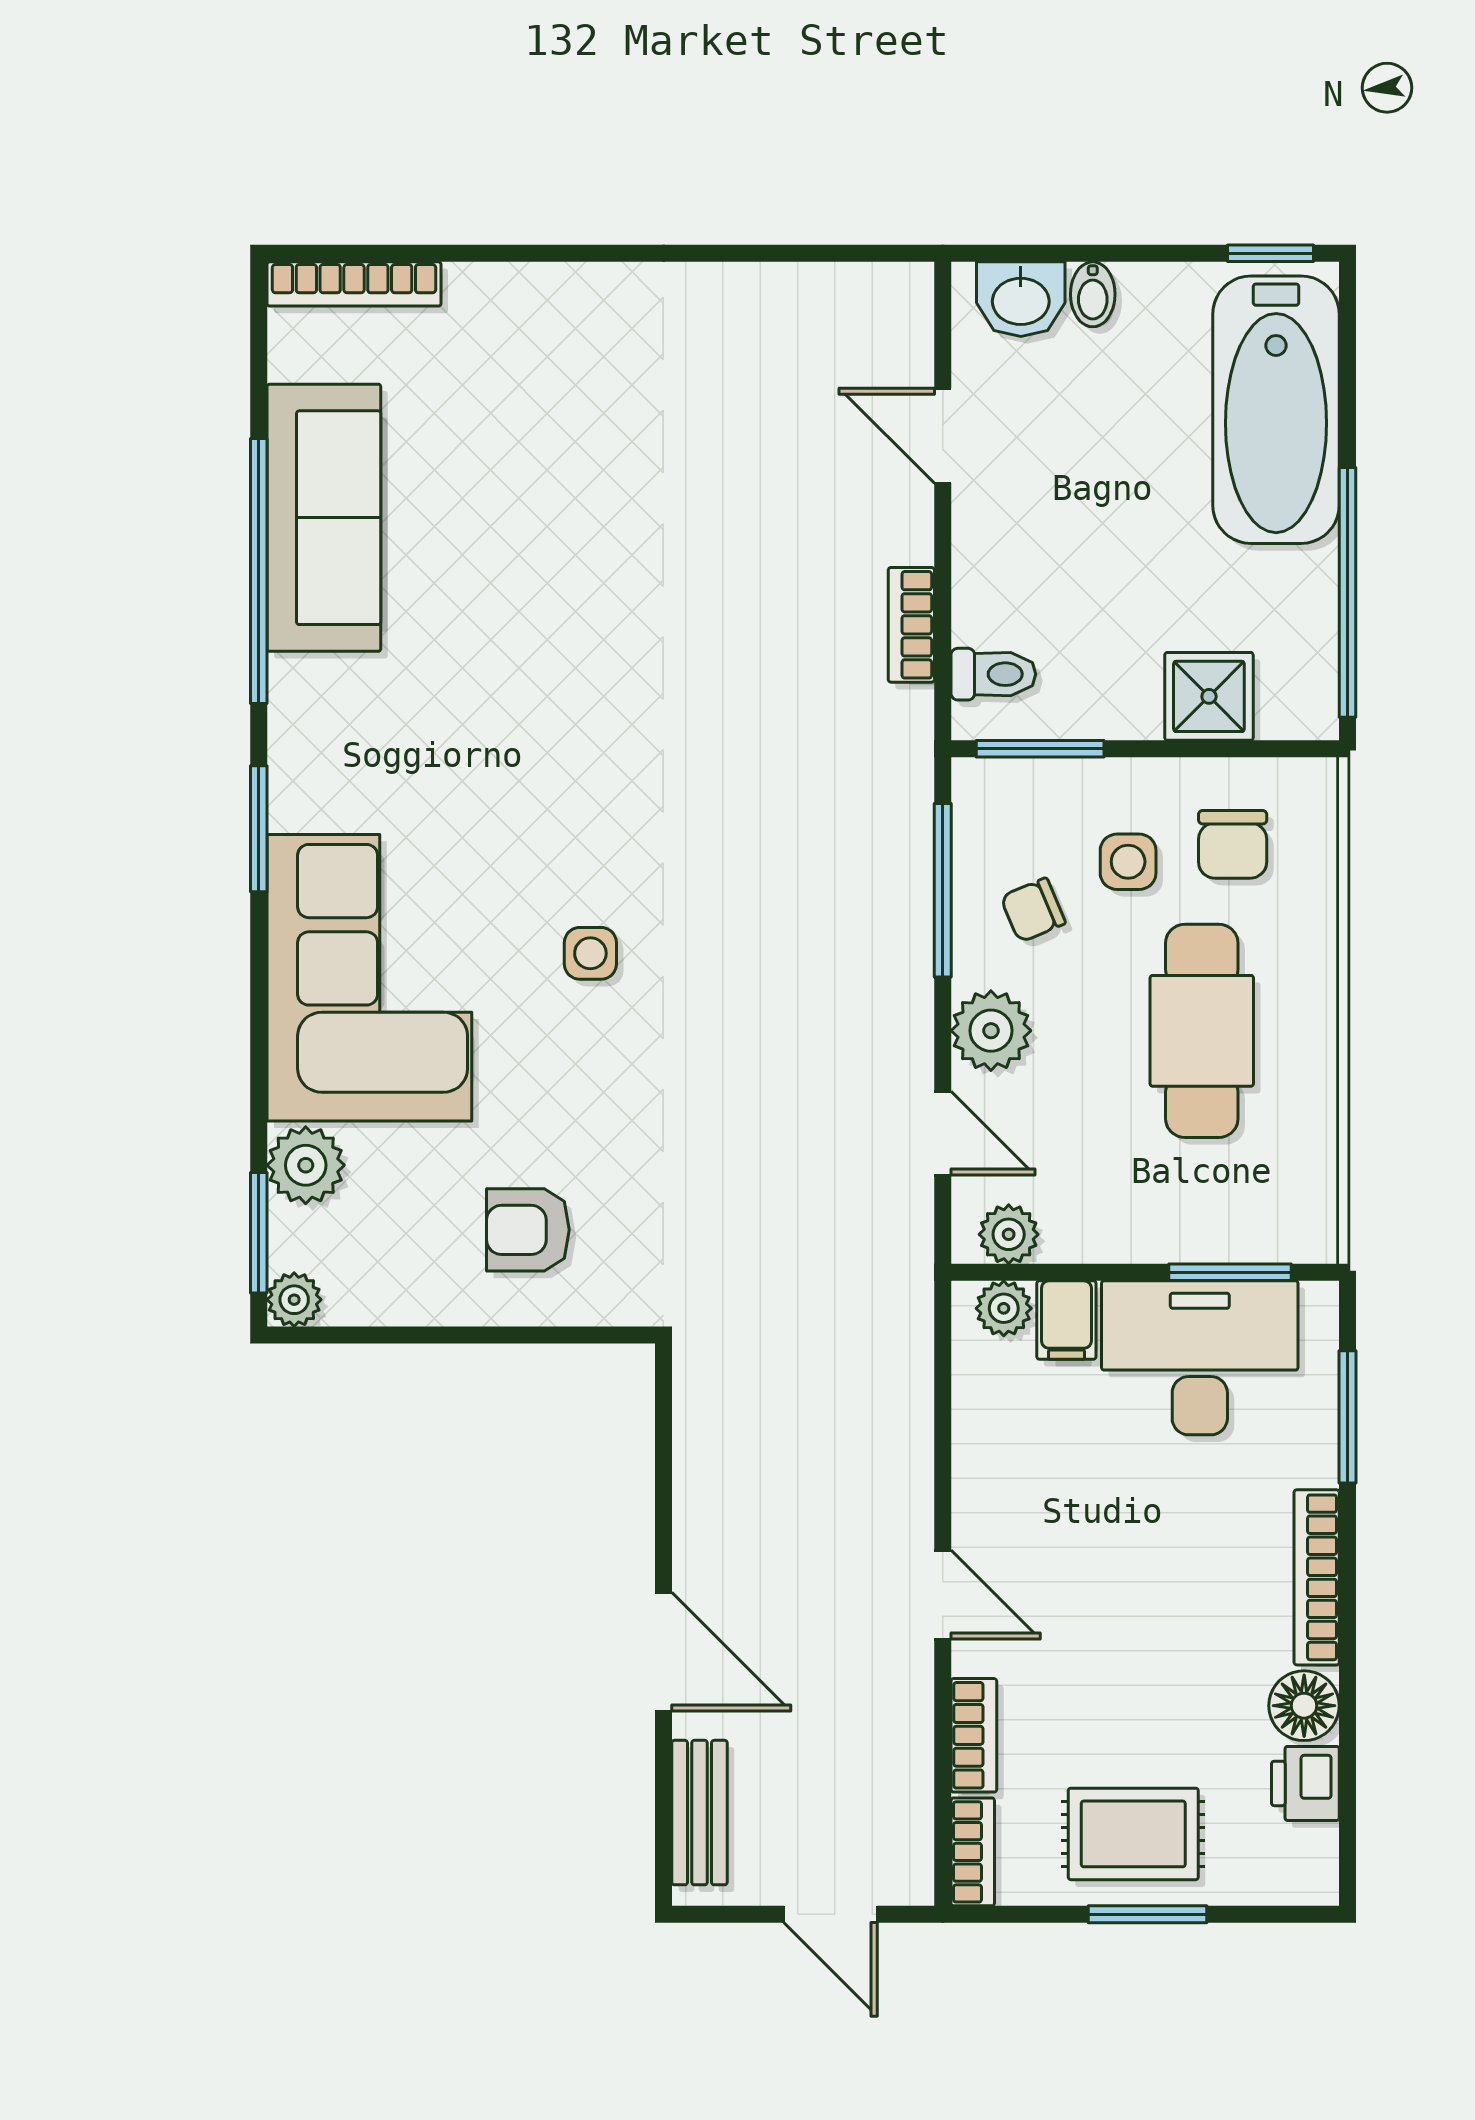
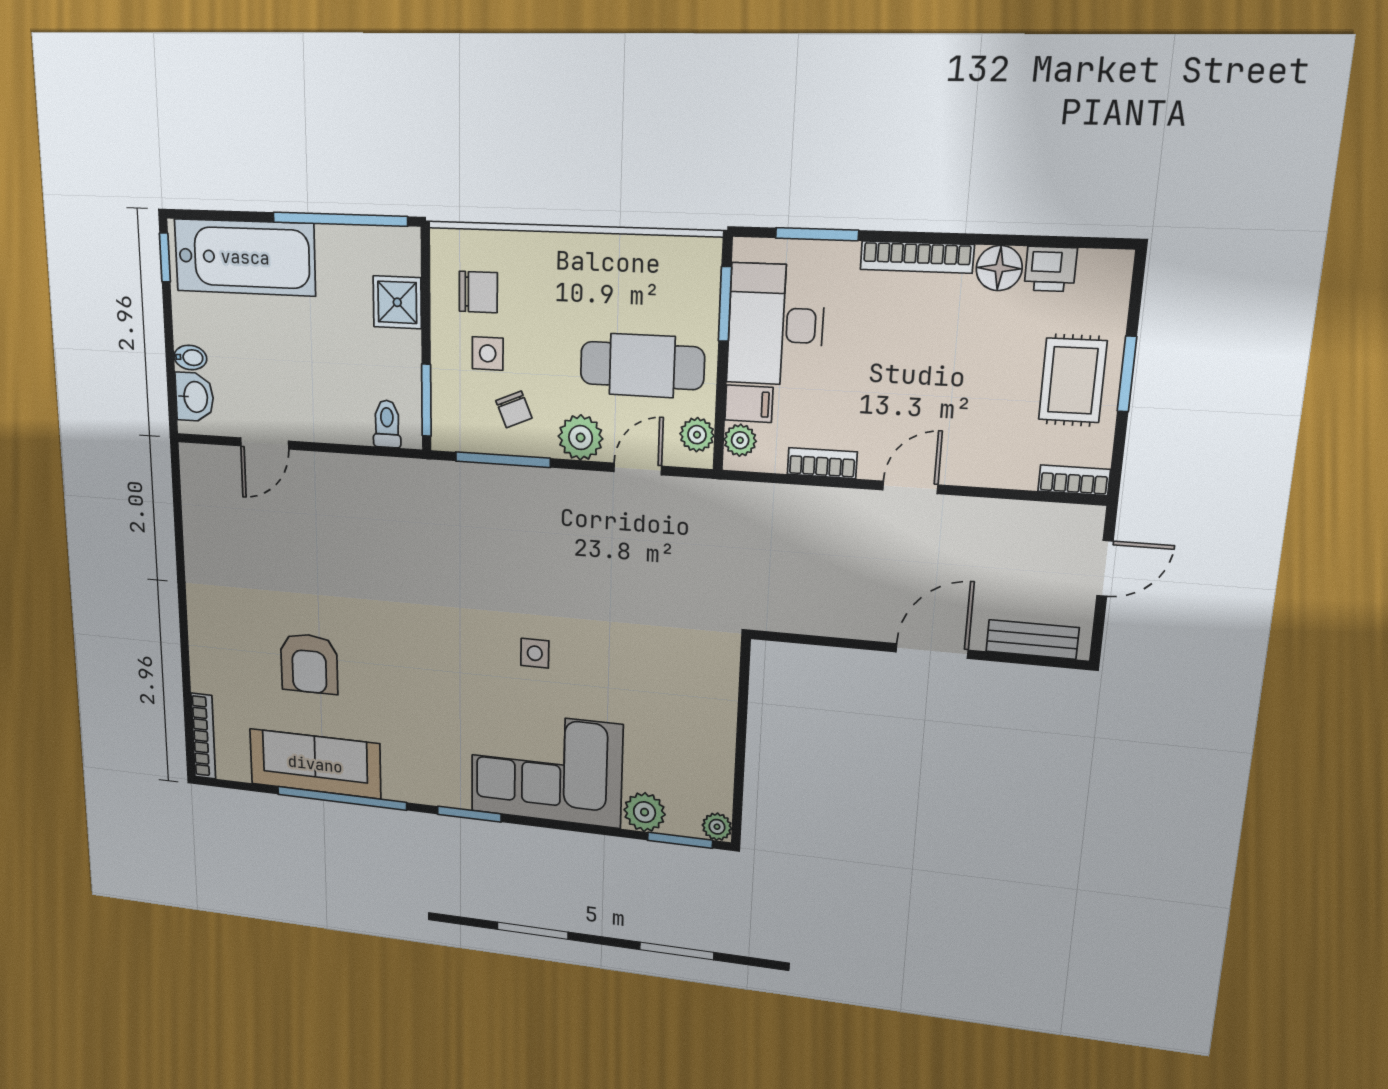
bookcase: (911, 625) -> (362, 467), removed
cafe table: (1202, 1031) -> (642, 366), moved
armchair: (528, 1230) -> (309, 664), moved, width x1.38, depth x1.38
bookcase: (974, 1735) -> (822, 463), moved

